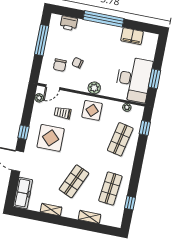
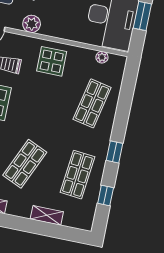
plant: (94, 88) -> (32, 24), moved
window: (145, 128) -> (114, 152), moved

